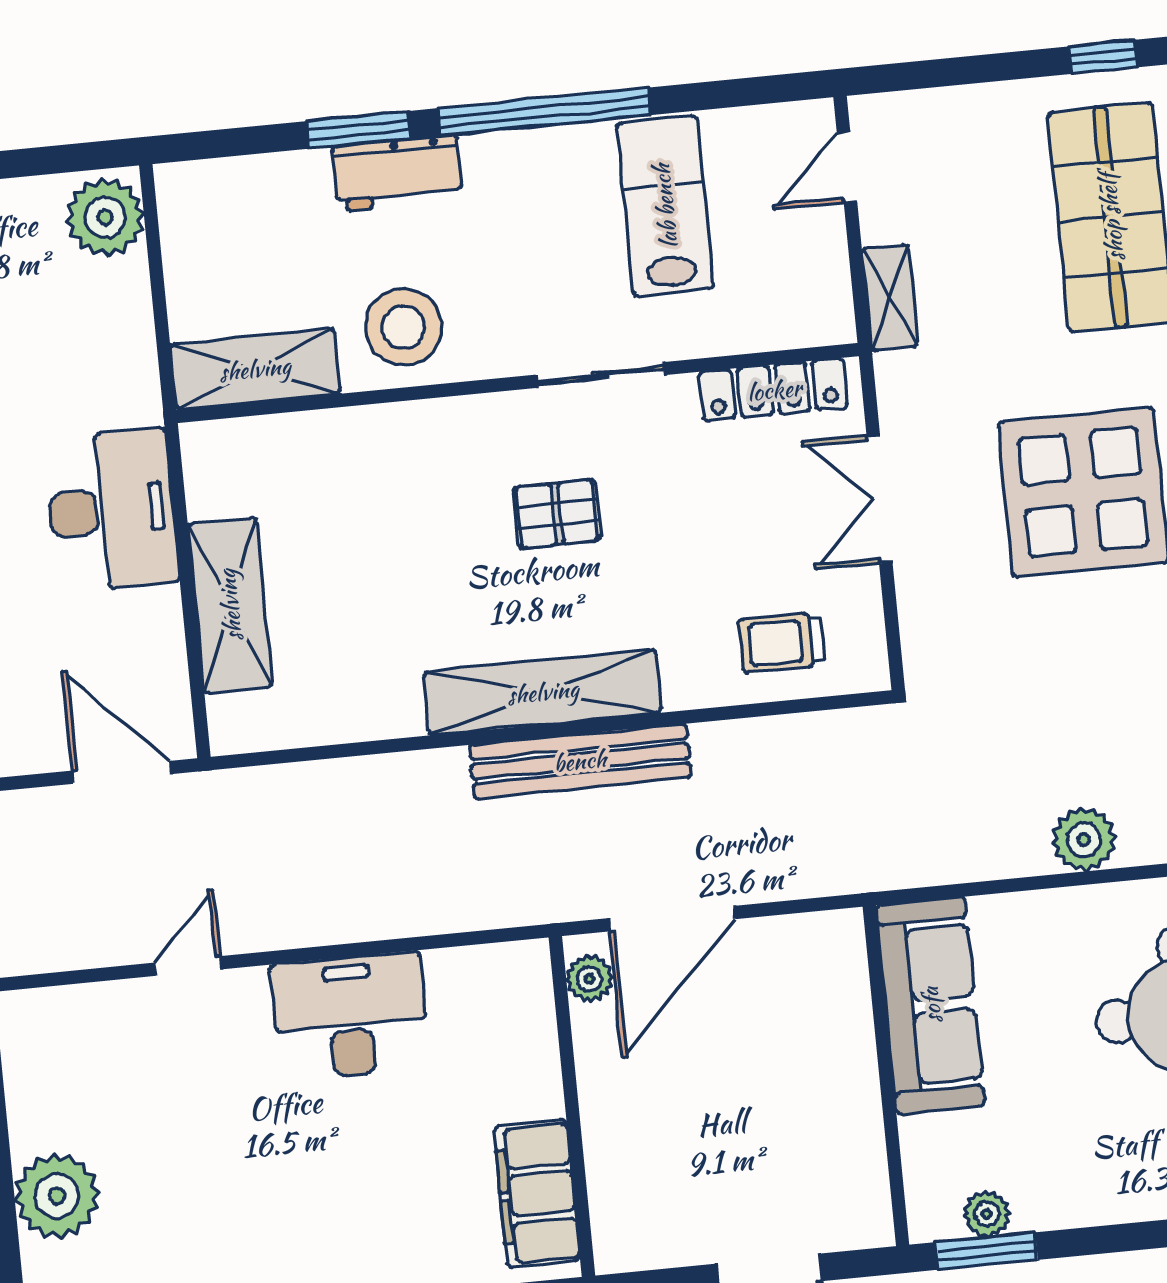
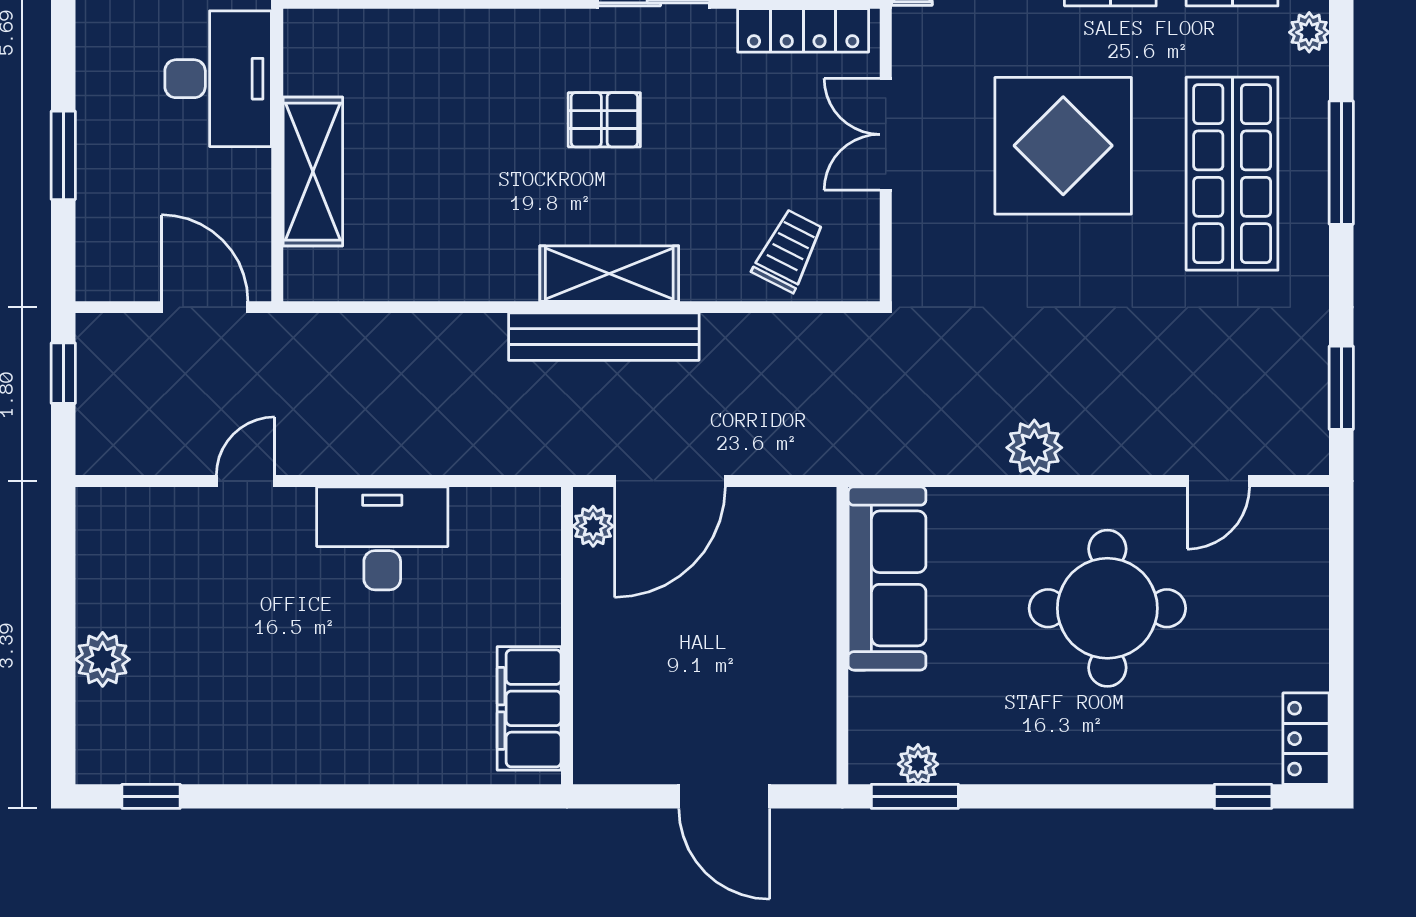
trolley: (781, 643) -> (788, 251), turned 117
shelving: (543, 692) -> (609, 274), width x0.68
plant: (57, 1196) -> (103, 659), width x0.73, depth x0.73

